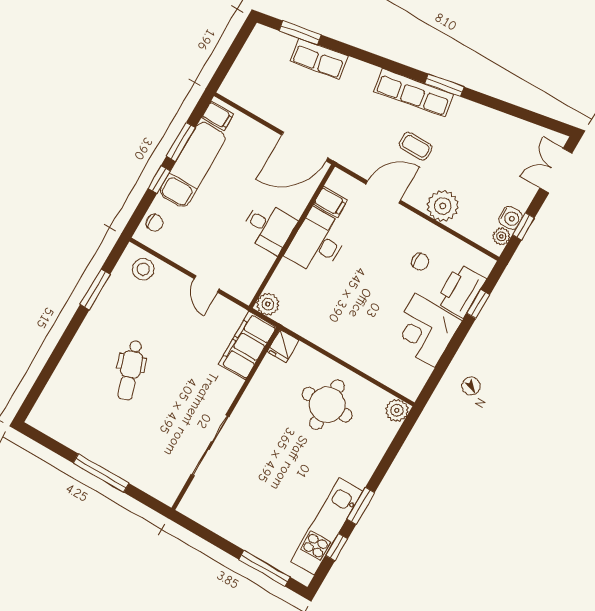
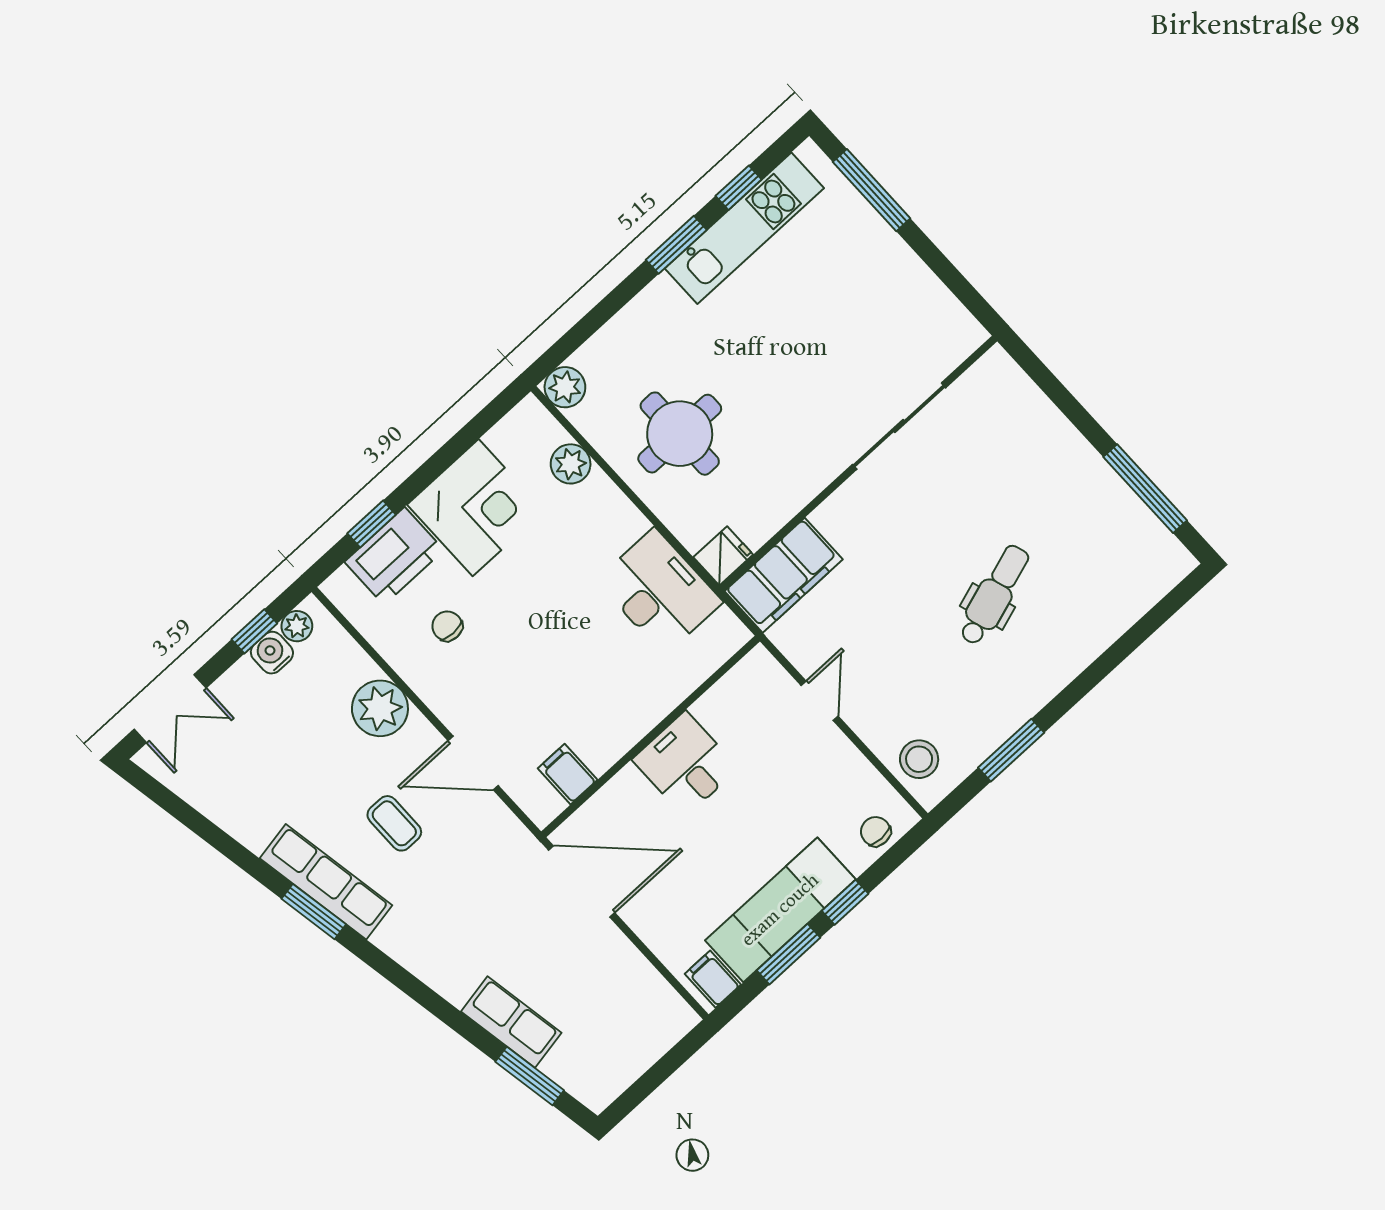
row of seats: (413, 93) -> (326, 882), moved
desk: (317, 242) -> (659, 591), moved, turned -90
plant: (268, 304) -> (571, 464), moved
window: (101, 473) -> (1145, 489), moved

